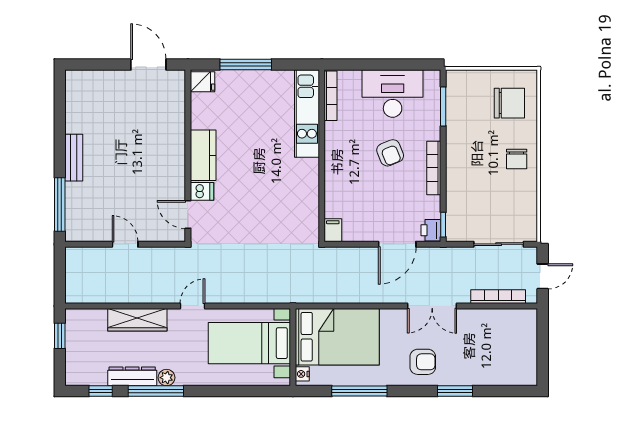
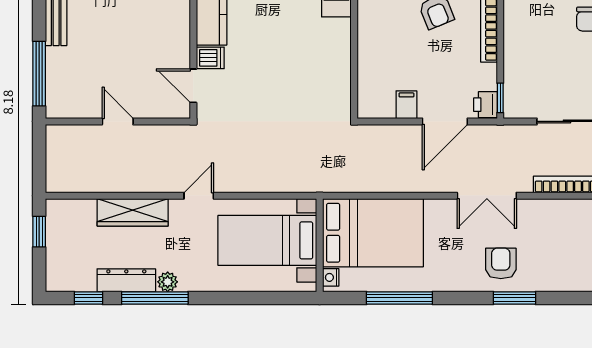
filing cabinet: (333, 230) -> (406, 105), moved
armchair: (423, 362) -> (501, 263), moved, turned -90

